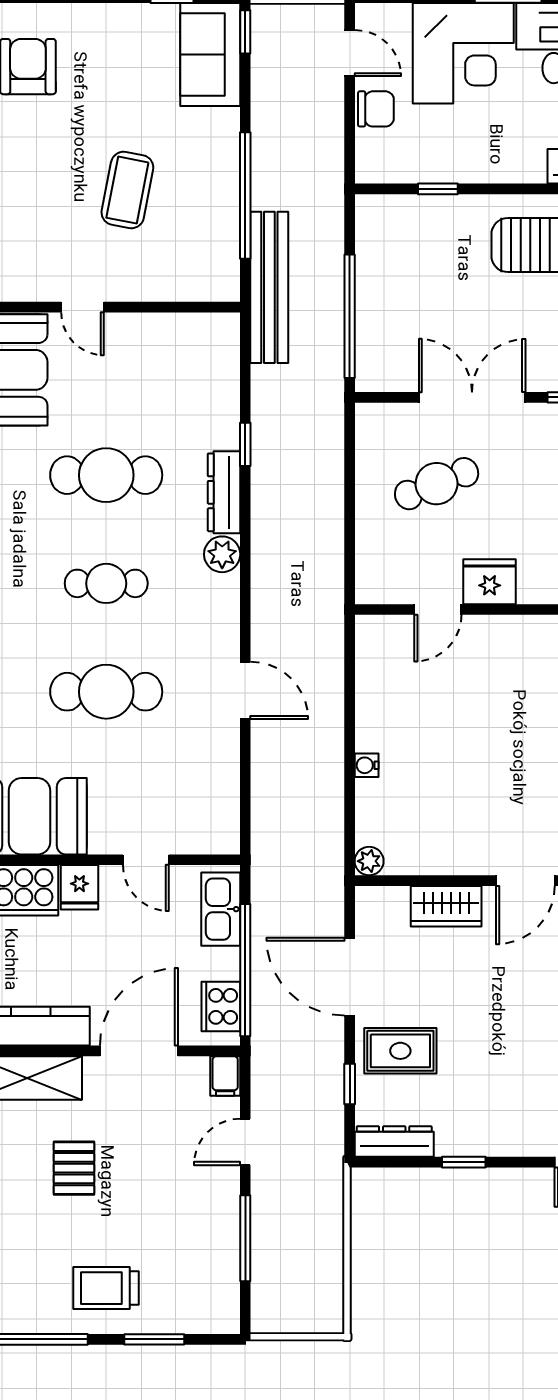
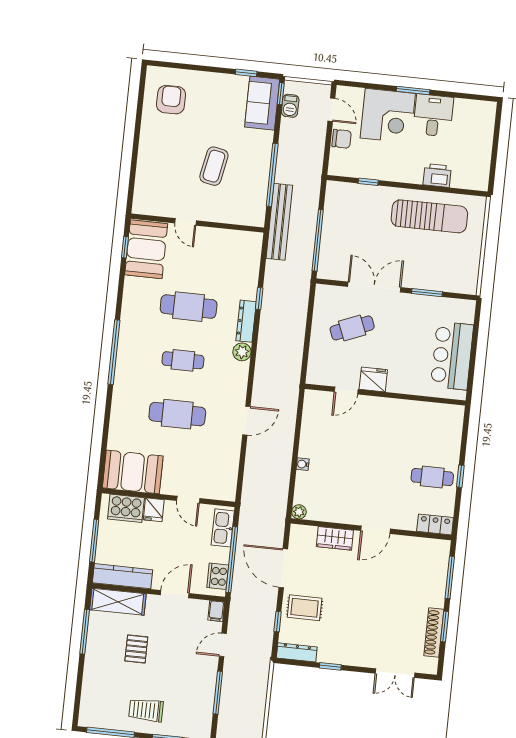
barbecue: (267, 54) -> (290, 106), added
door: (245, 690) -> (246, 421), hinge flipped
door: (139, 1051) -> (175, 594), width x0.73

